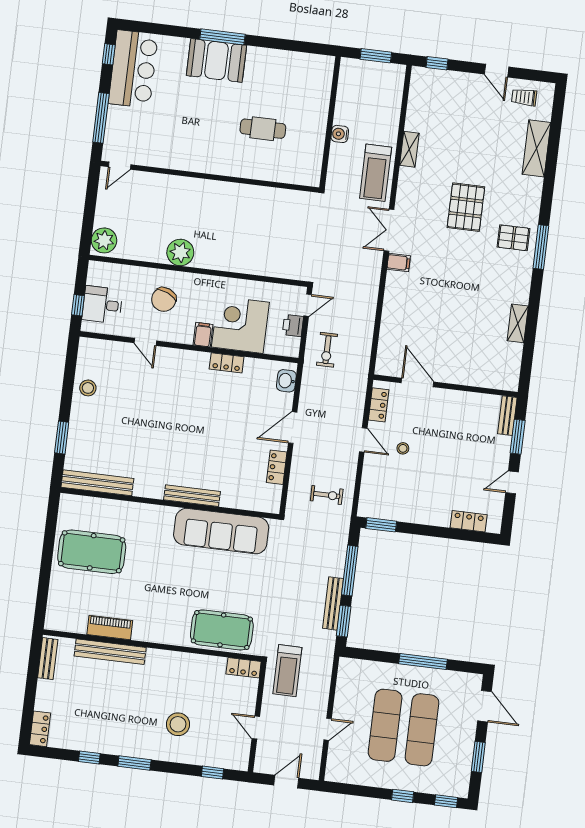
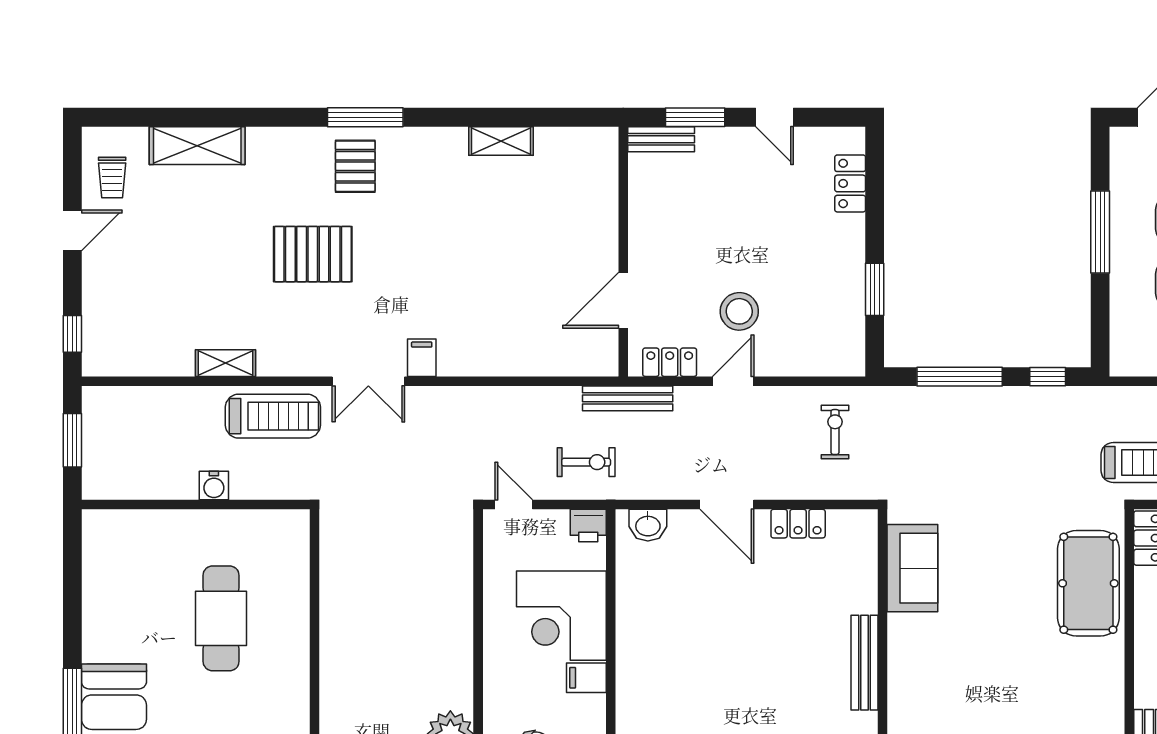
cafe table: (263, 129) -> (221, 618), width x1.37, depth x1.35
printer: (293, 326) -> (588, 526), moved
locker: (227, 363) -> (630, 631), removed
stool: (403, 448) -> (739, 311), width x1.89, depth x1.89
window: (381, 525) -> (875, 289), moved
sofa: (221, 531) -> (912, 568), width x0.54, depth x0.79
bench: (333, 603) -> (628, 398), moved
window: (344, 621) -> (1048, 377), width x0.67

